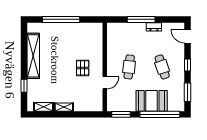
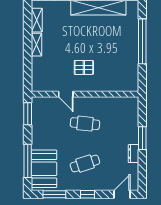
window: (141, 19) -> (142, 138), width x0.69
booth: (152, 101) -> (44, 169), moved
window: (160, 114) -> (28, 161), width x0.68

